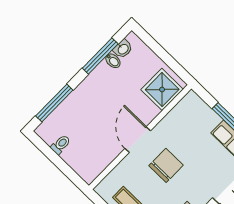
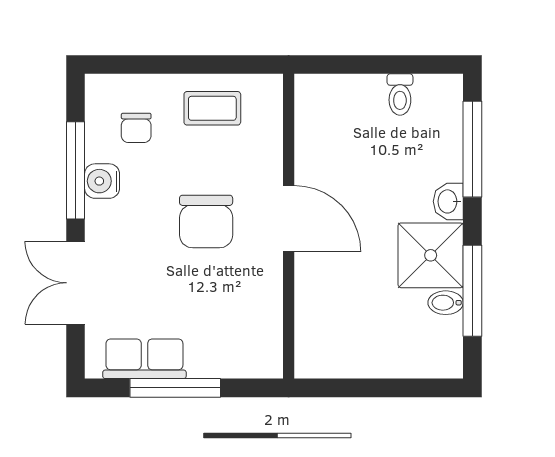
washbasin: (123, 49) -> (448, 201), moved
shower: (162, 90) -> (431, 255), moved

